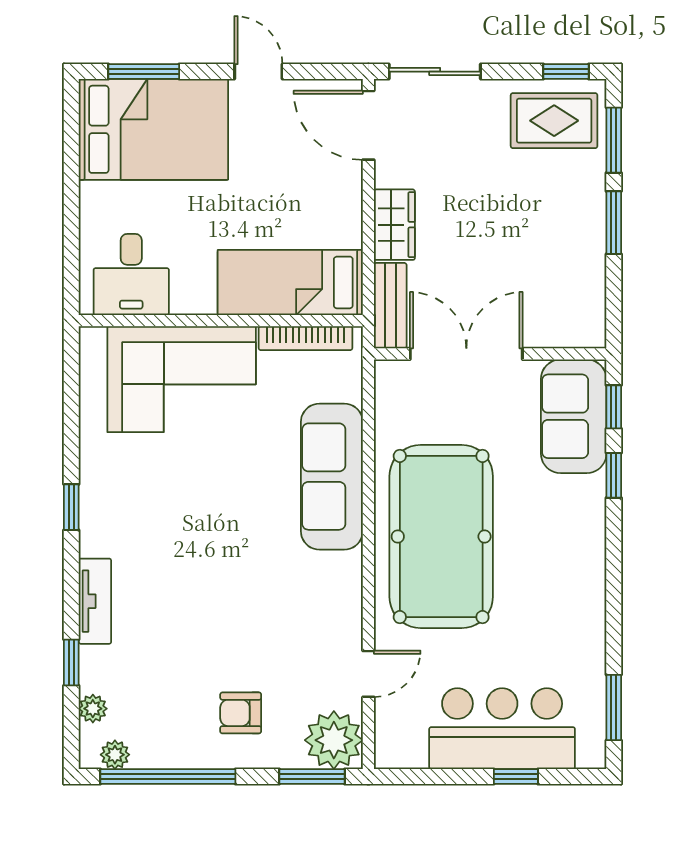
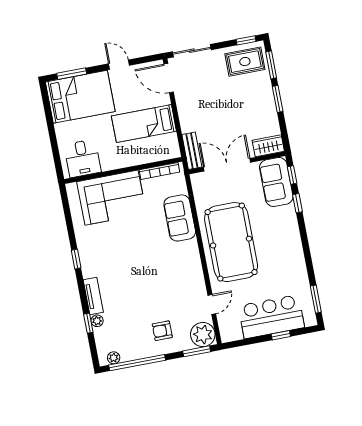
wardrobe: (394, 225) -> (268, 146), moved, turned -90
bed: (290, 282) -> (144, 124), moved
sofa: (332, 477) -> (180, 218), width x0.73
plant: (93, 709) -> (97, 321), moved

